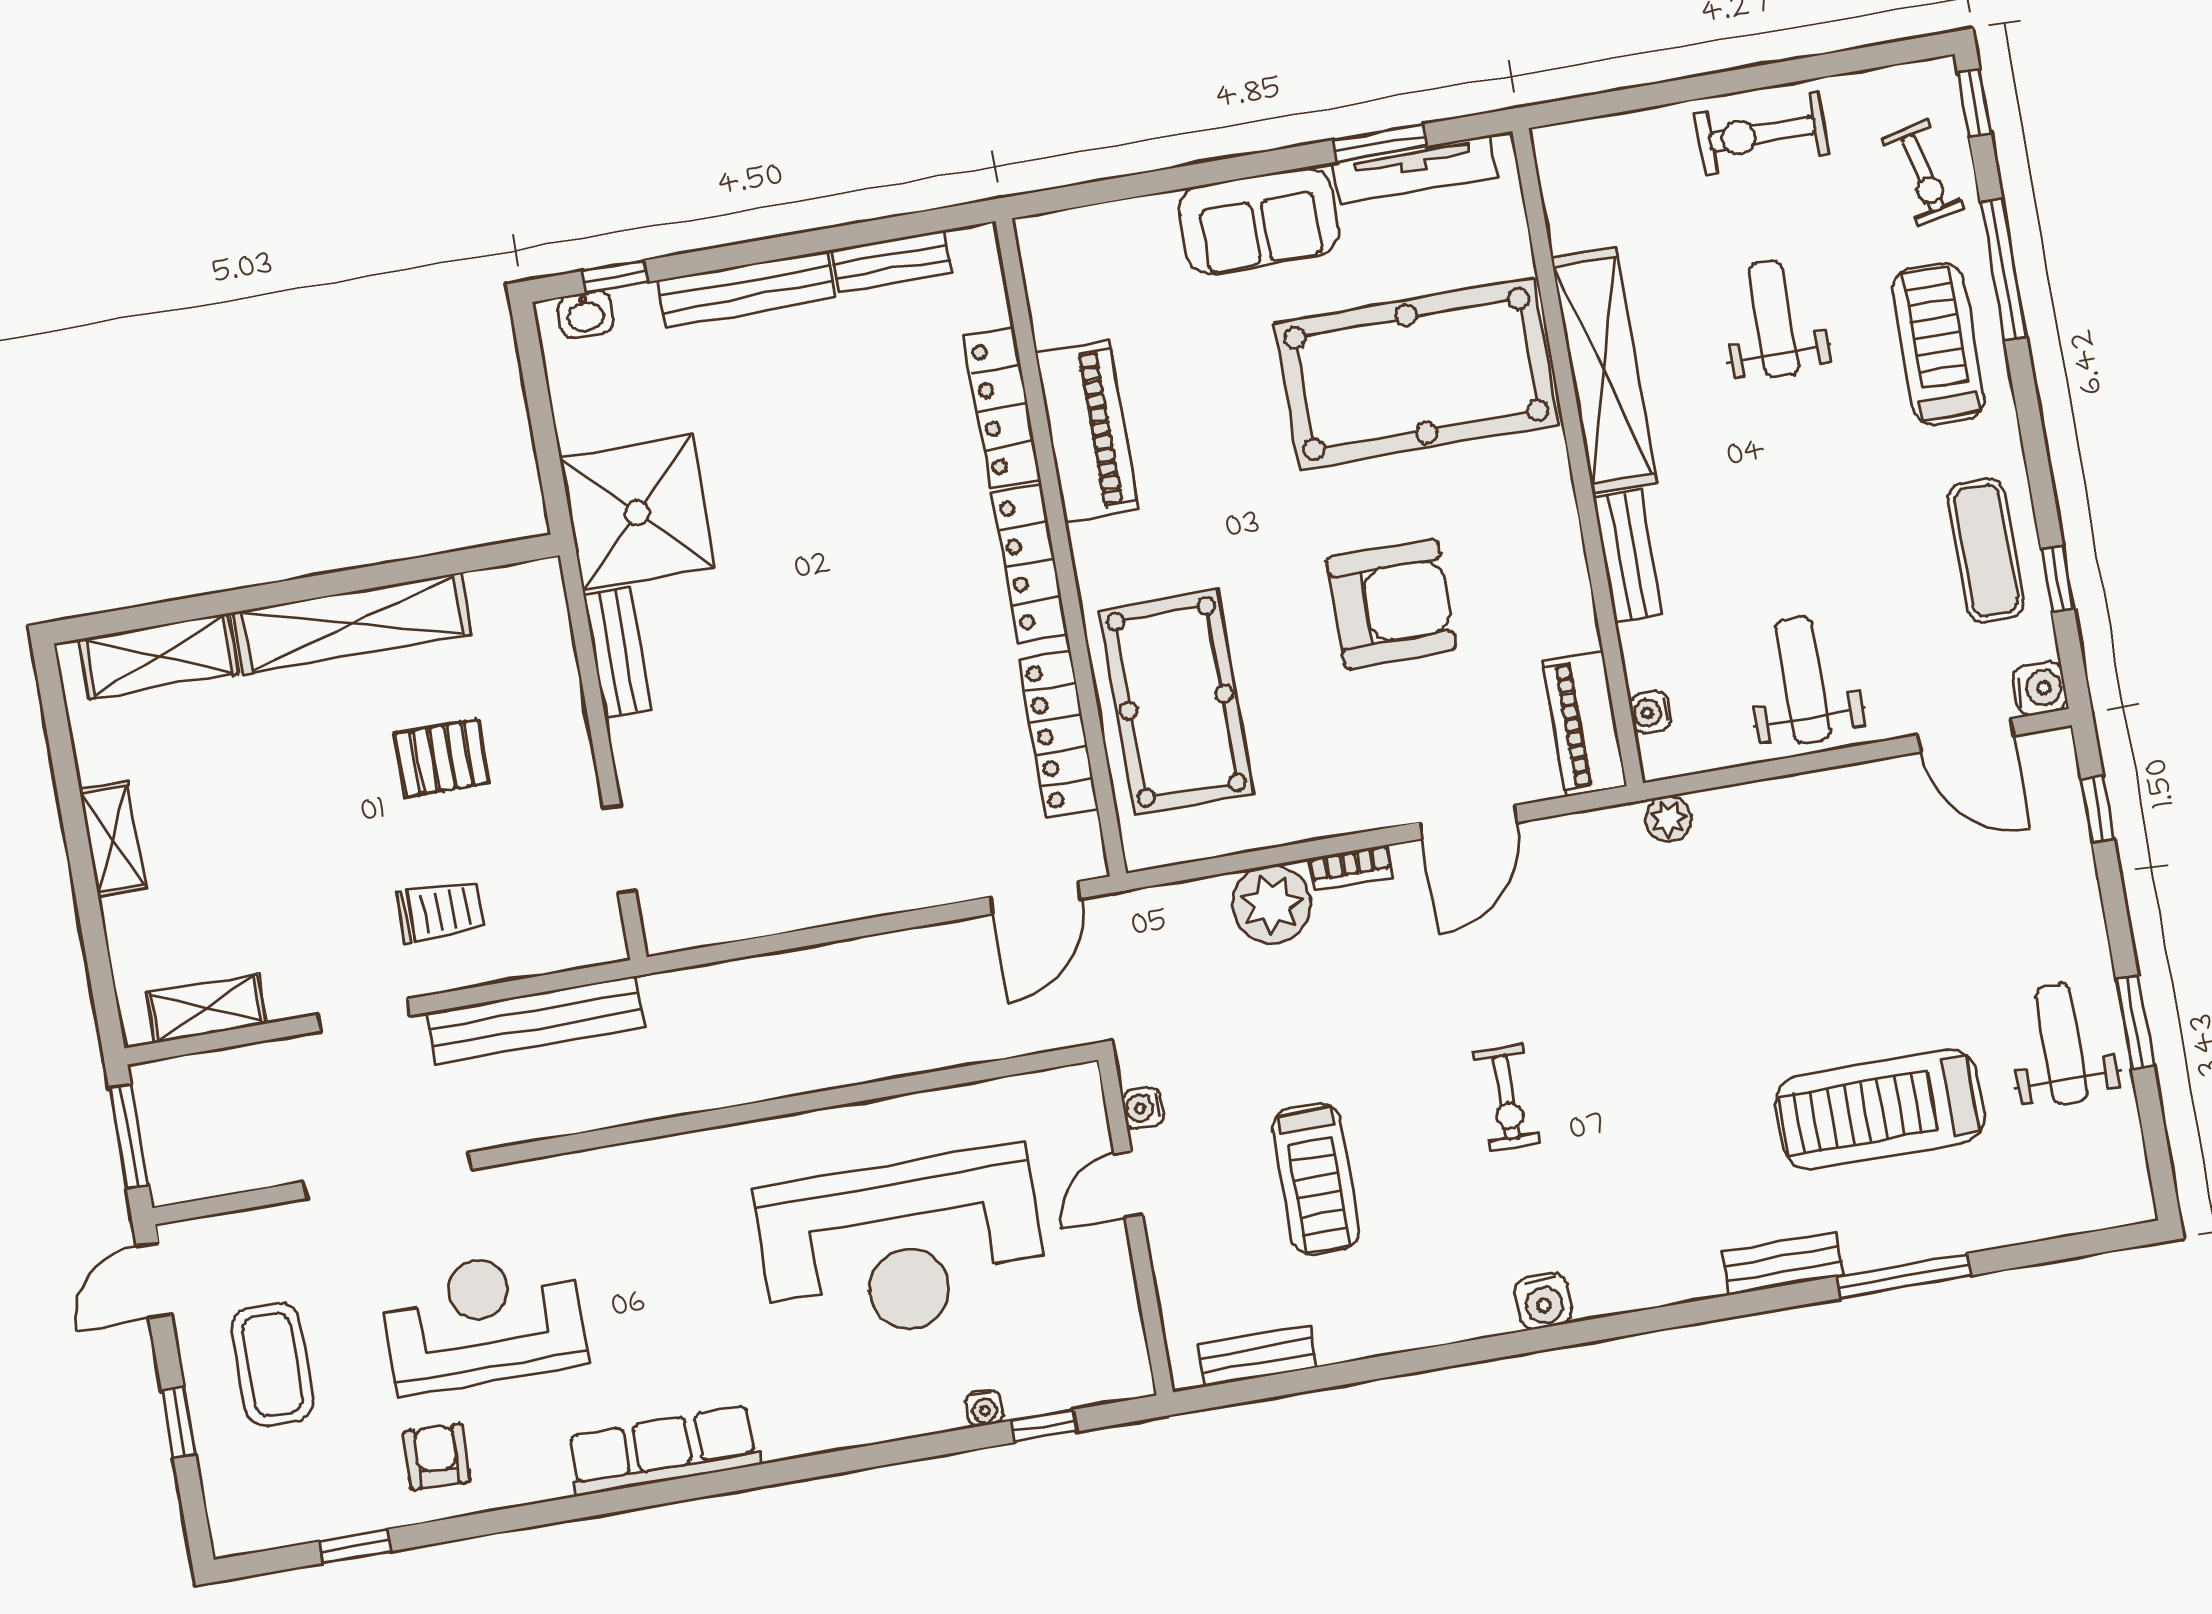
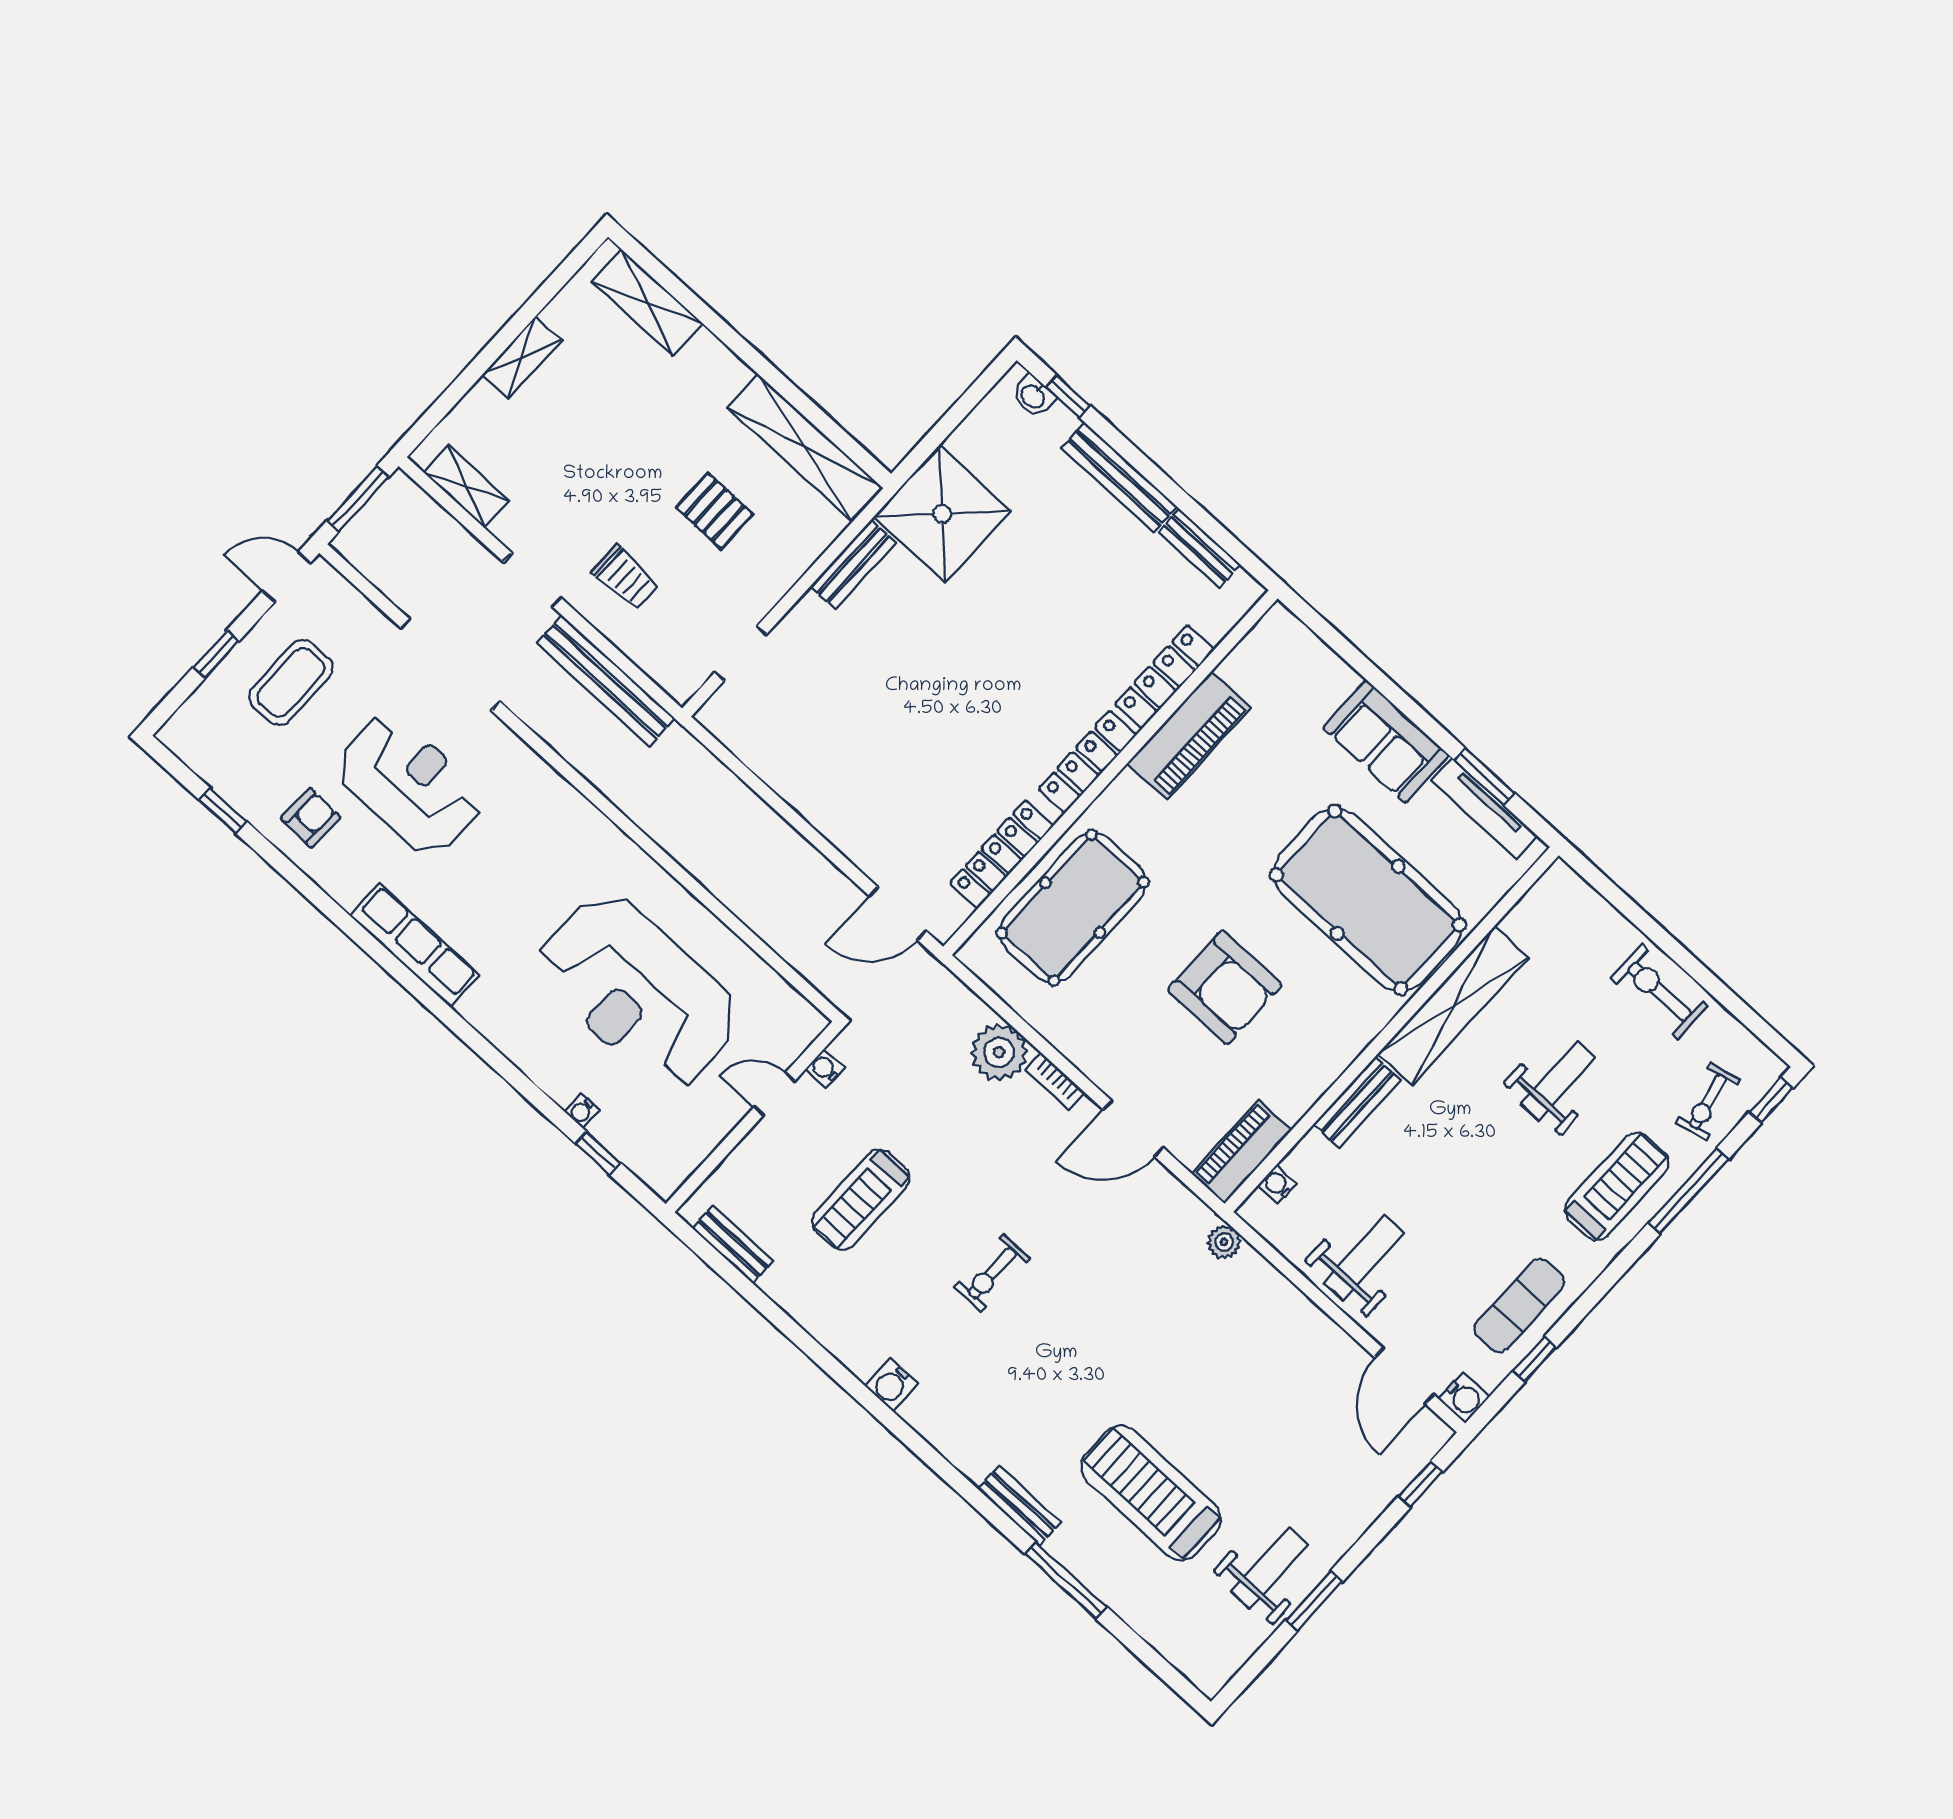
shelving: (352, 623) -> (804, 447), moved

